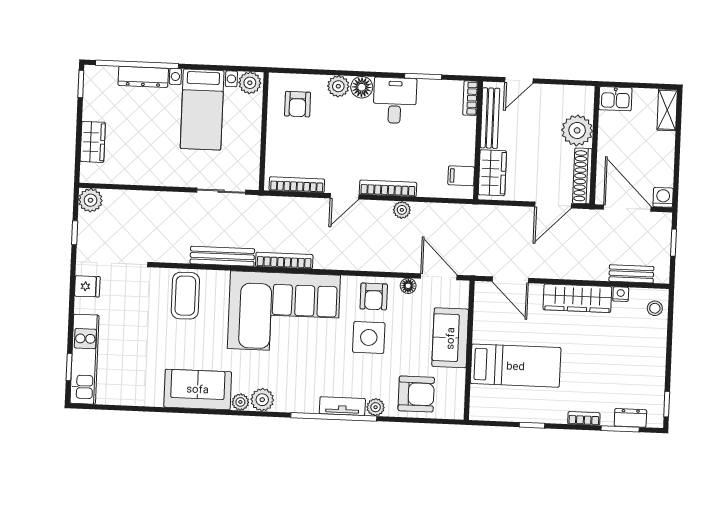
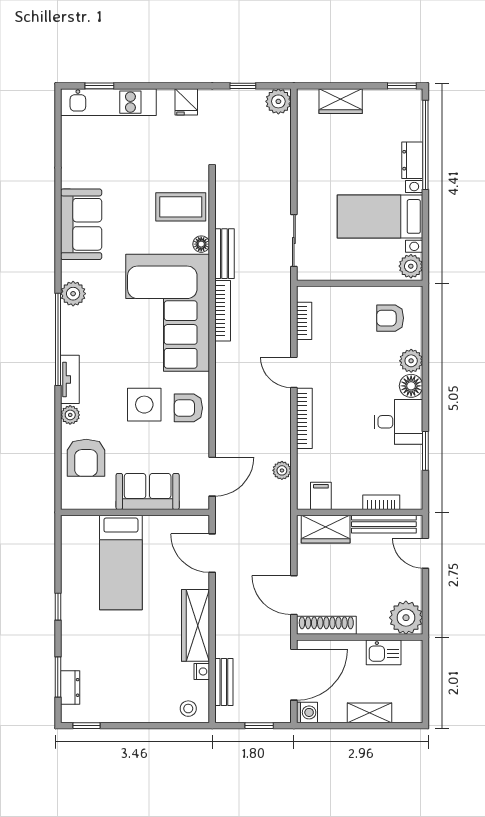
dresser: (143, 77) -> (412, 160), width x0.70
bookcase: (470, 98) -> (381, 502), moved
kitchen sink: (615, 99) -> (384, 652), moved, turned -90
shelving: (667, 110) -> (370, 713), moved
plant: (577, 130) -> (406, 618), moved
bookcase: (297, 185) -> (304, 321), width x0.64
plant: (402, 210) -> (282, 470), moved
bench: (222, 256) -> (224, 254), width x0.73
door: (510, 280) -> (212, 553), hinge flipped
floor lamp: (408, 286) -> (201, 244), moved
plant: (240, 402) -> (70, 270), removed
window: (334, 417) -> (58, 339), moved
bookcase: (584, 418) -> (67, 638), removed
window: (532, 425) -> (58, 607), moved

